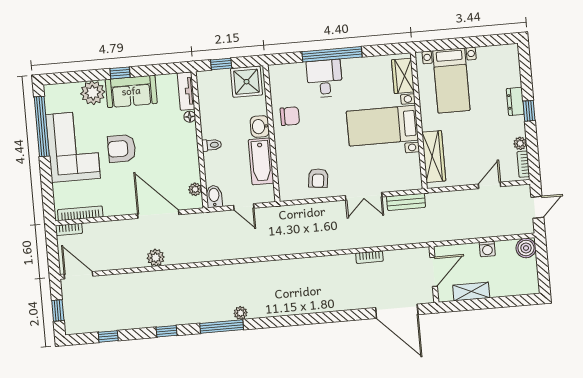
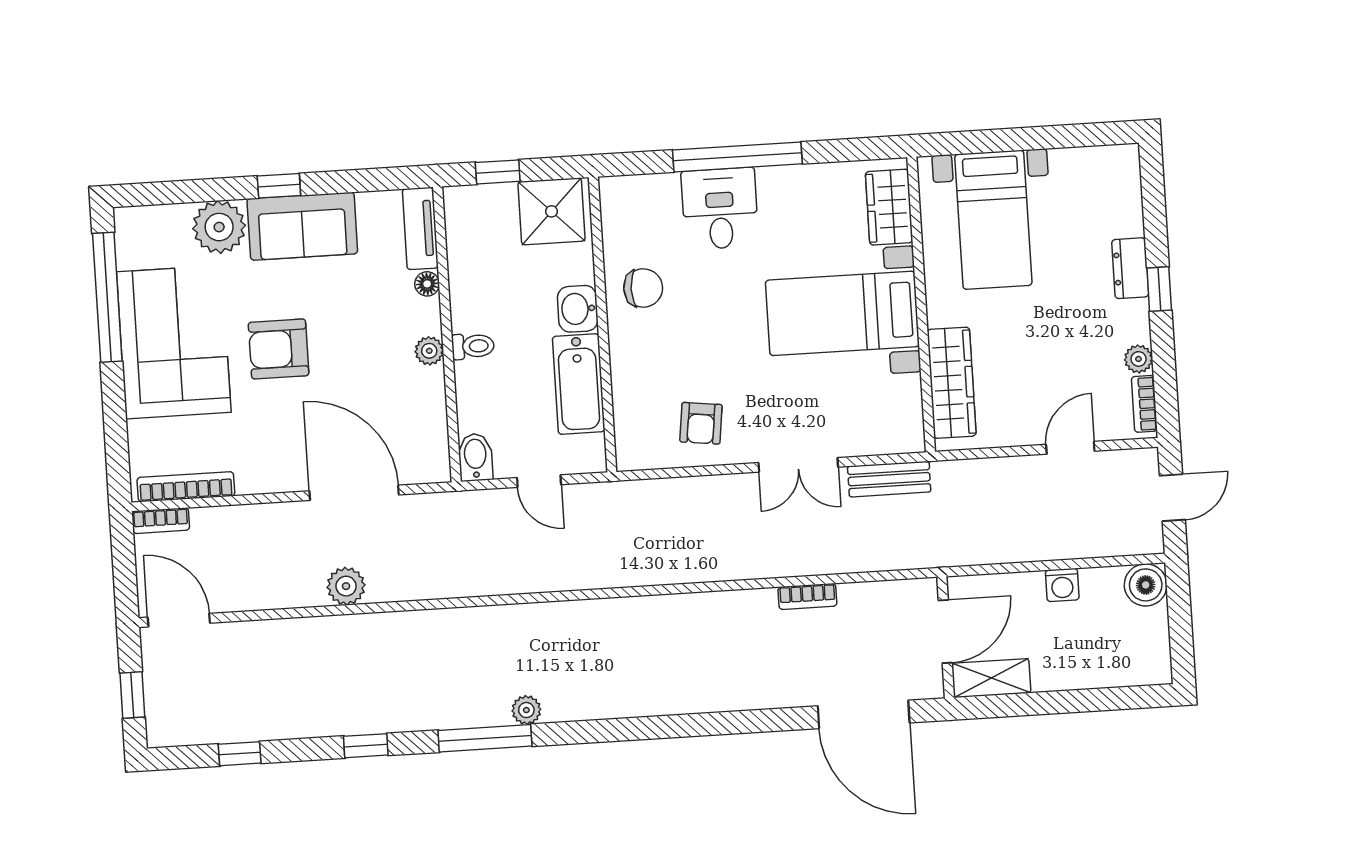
plant: (195, 189) -> (429, 351), moved
shelving: (471, 292) -> (991, 678), moved

